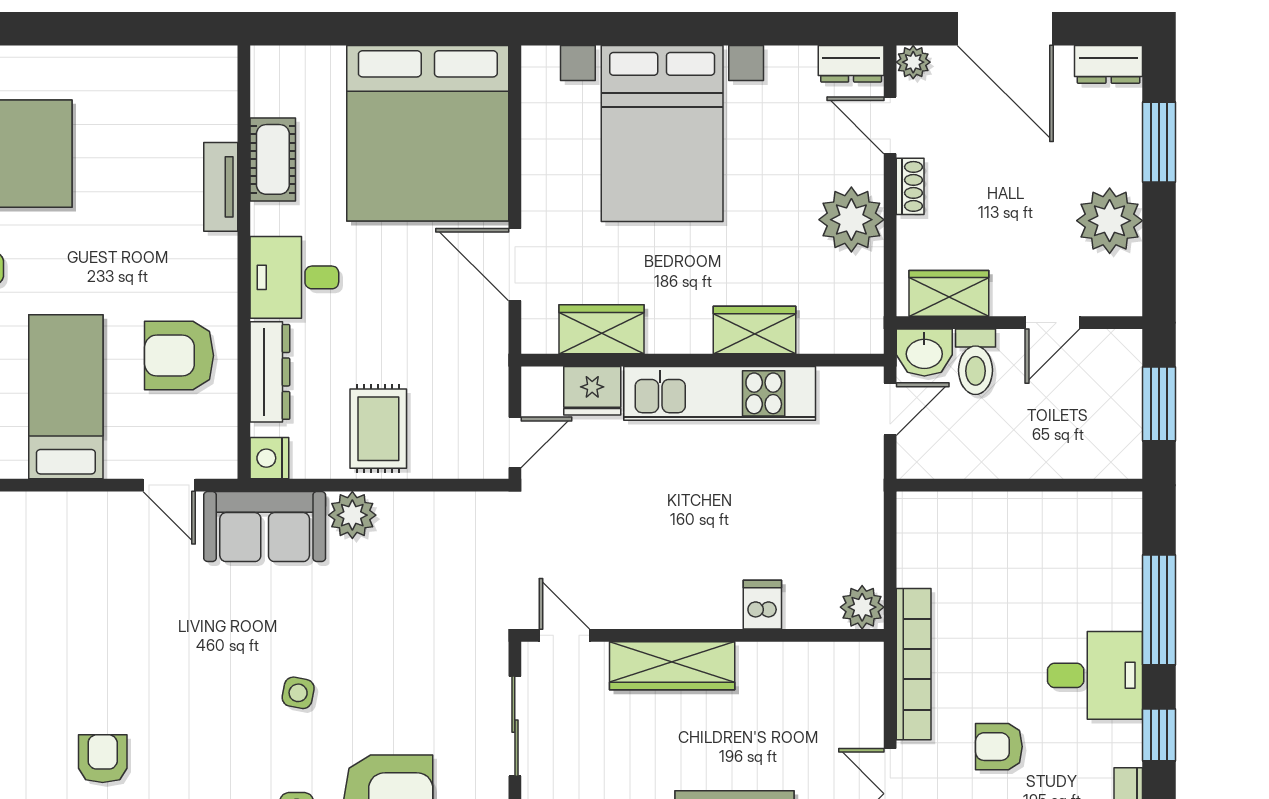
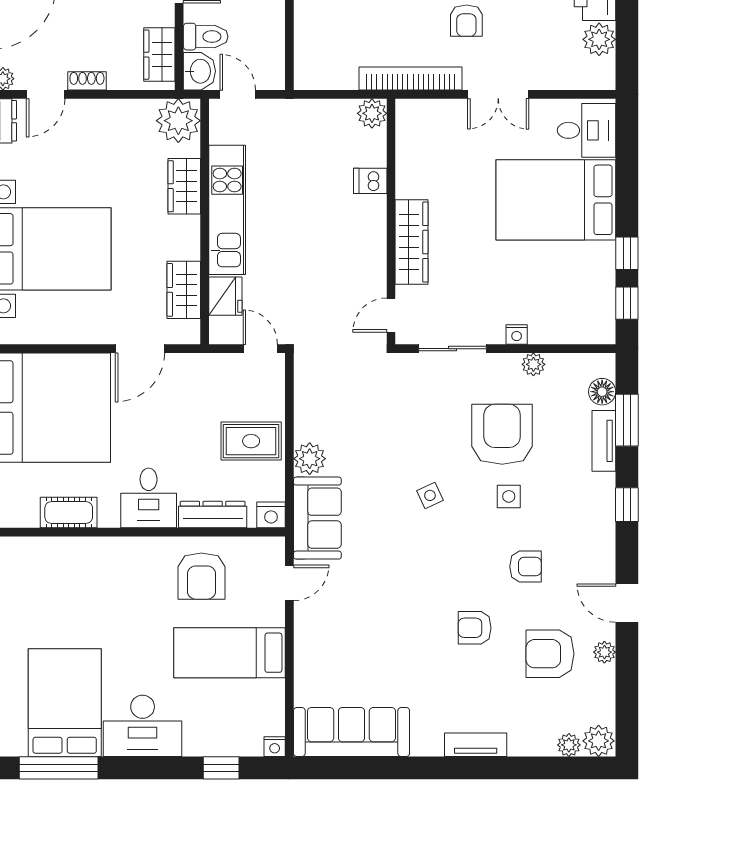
tv unit: (221, 187) -> (87, 548), removed
plant: (851, 220) -> (178, 121), moved
side table: (298, 693) -> (430, 495), turned -36

